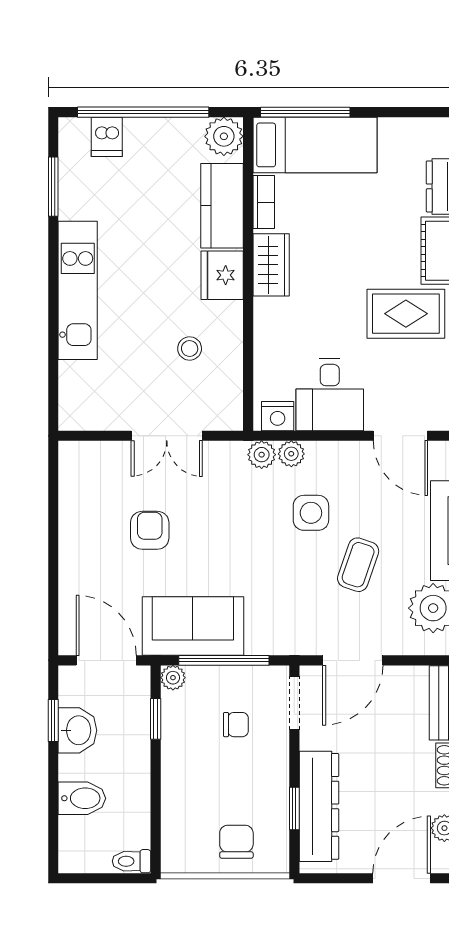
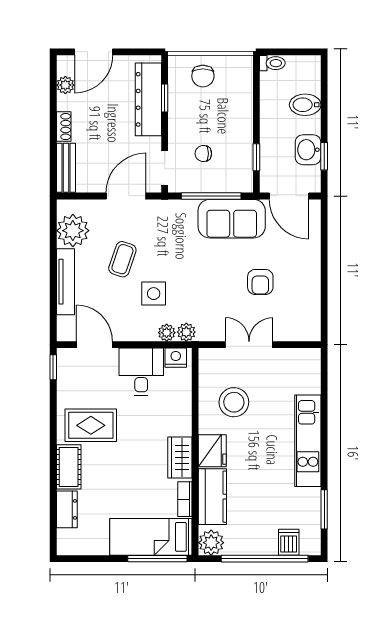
stool: (190, 349) -> (234, 402), width x1.89, depth x1.89
plant: (173, 678) -> (245, 185), removed

